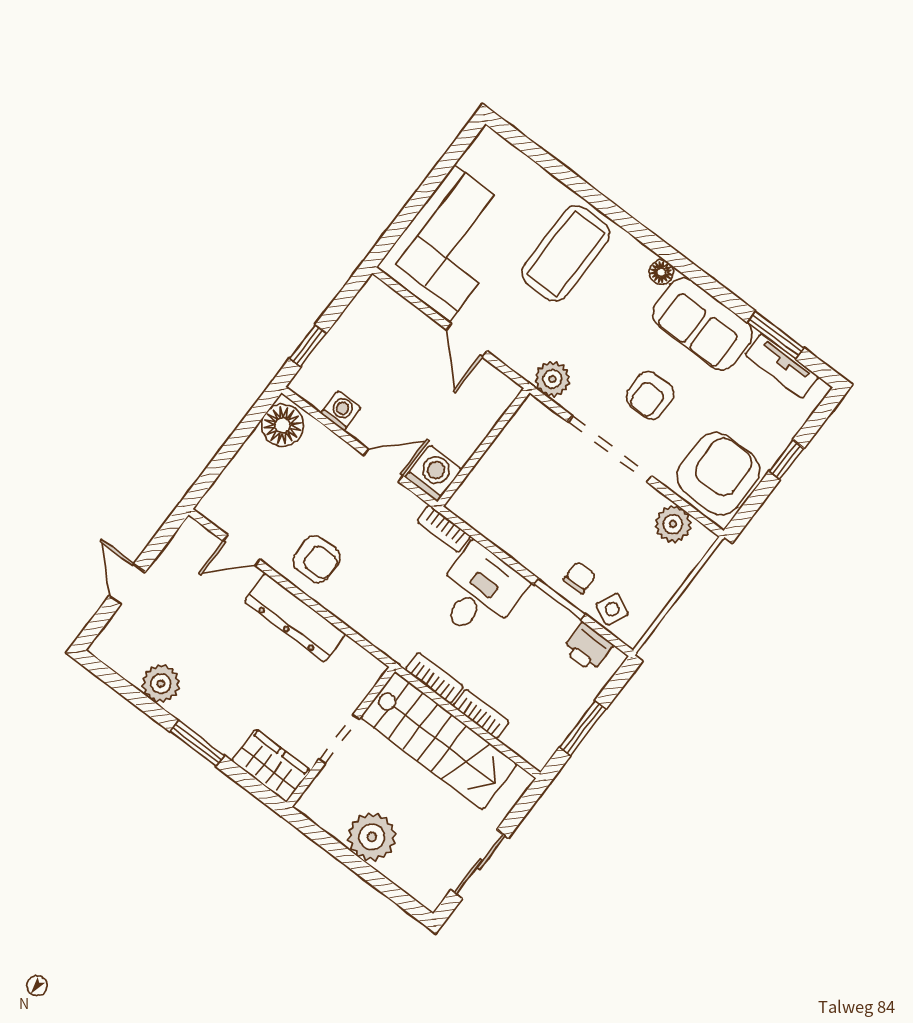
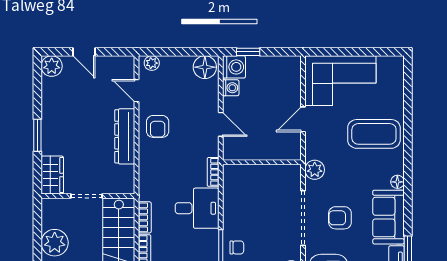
washing machine: (434, 473) -> (234, 67), moved
plant: (218, 498) -> (152, 63), added
door: (127, 584) -> (84, 52), swing flipped
plant: (161, 684) -> (52, 66), moved

